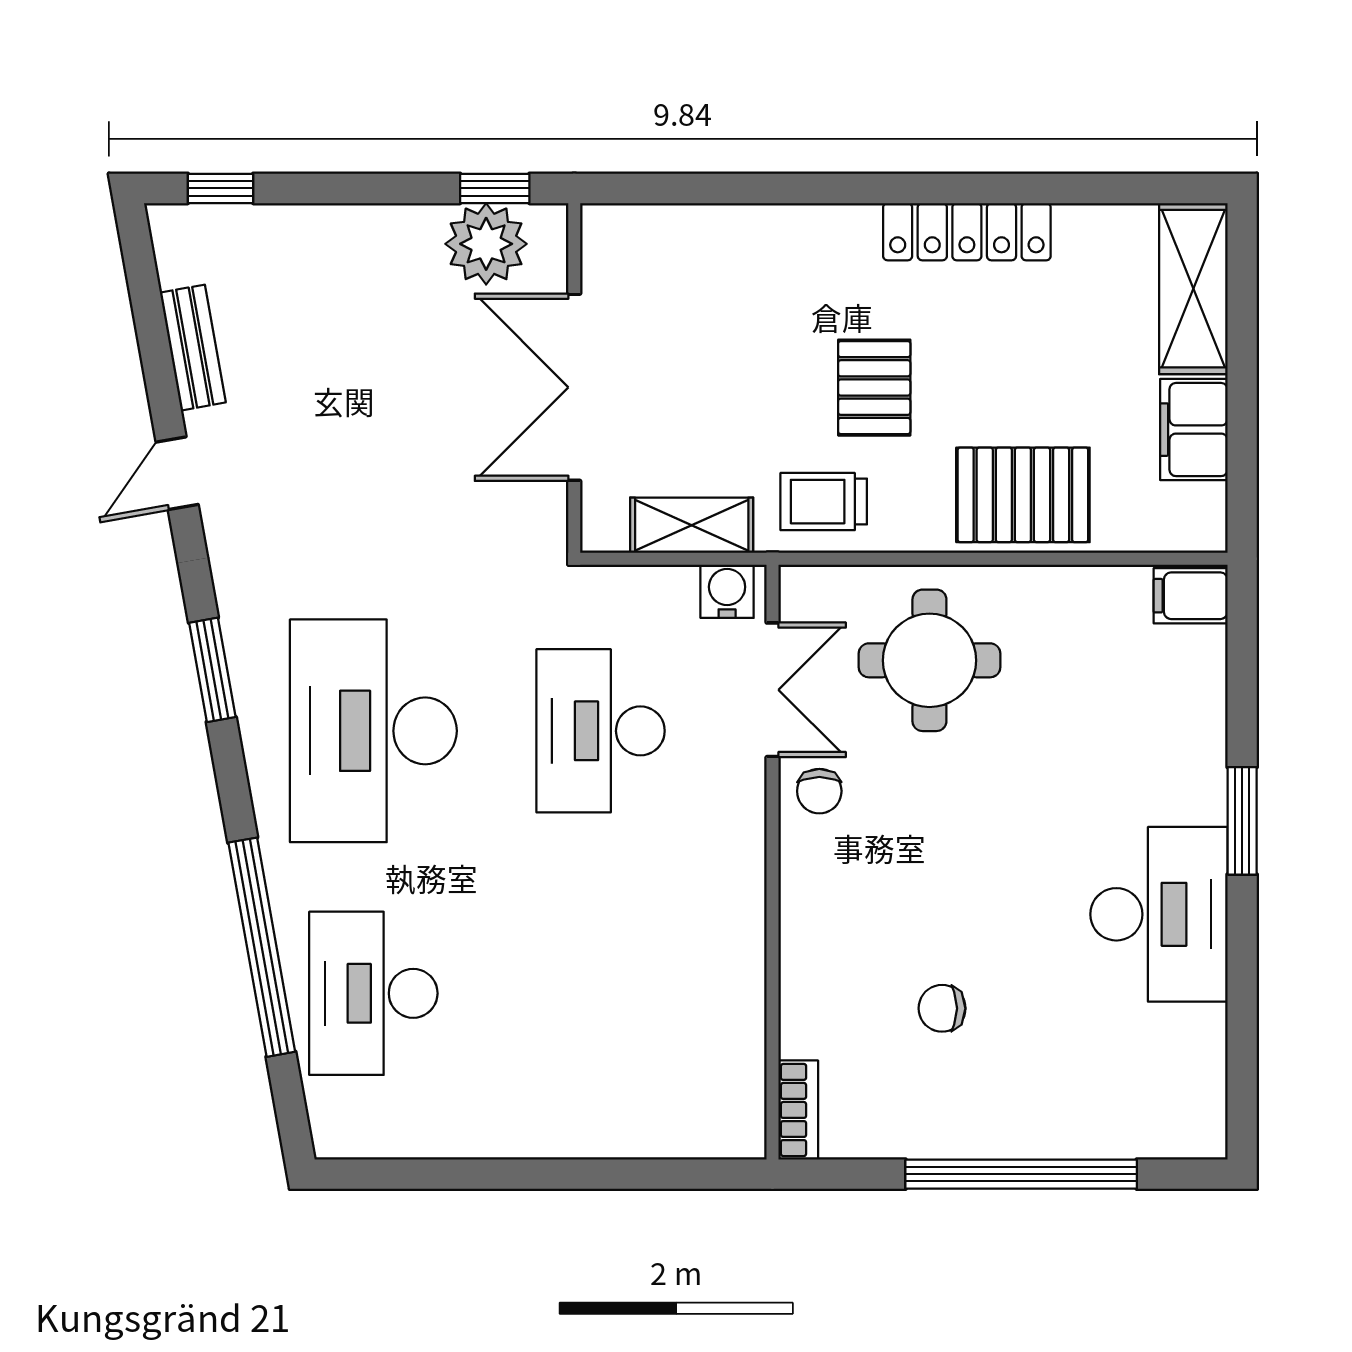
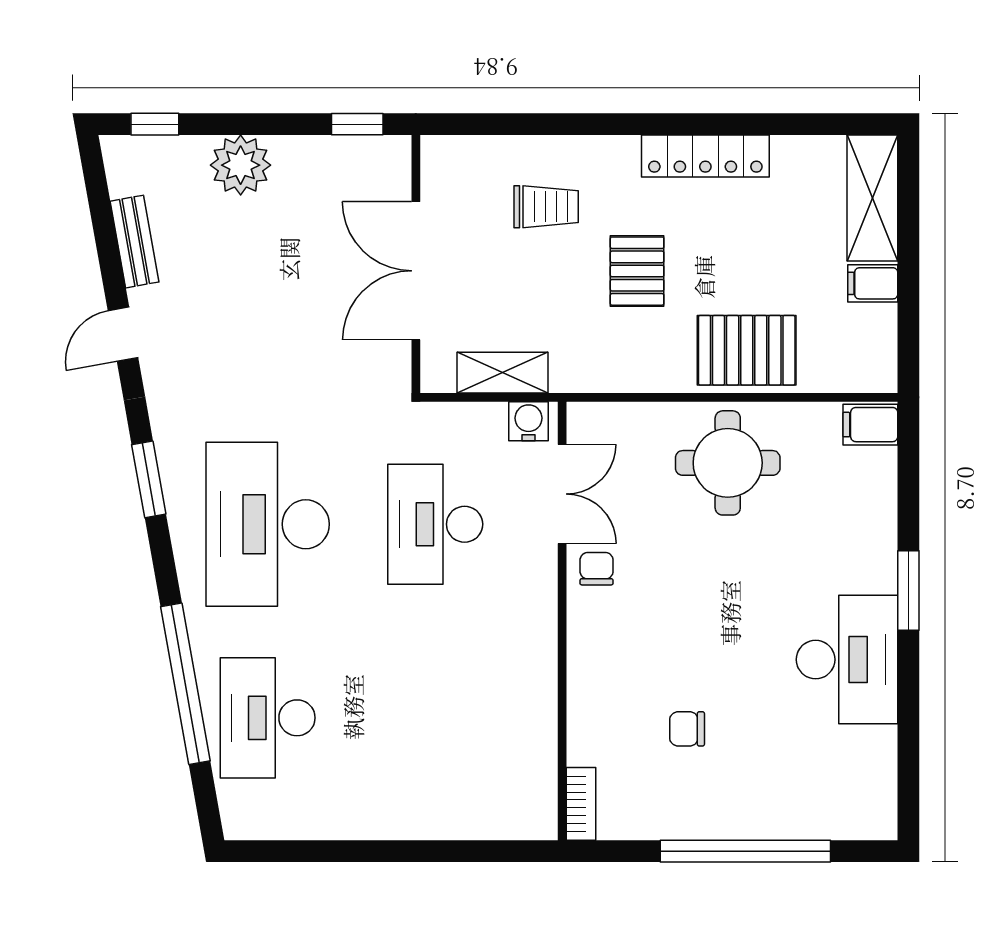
plant: (486, 244) -> (241, 165), moved
filing cabinet: (1194, 430) -> (873, 283), width x0.50
trolley: (824, 502) -> (546, 207), moved, turned 180
round table: (929, 660) -> (728, 463), moved
chair: (819, 791) -> (597, 569), turned 180

